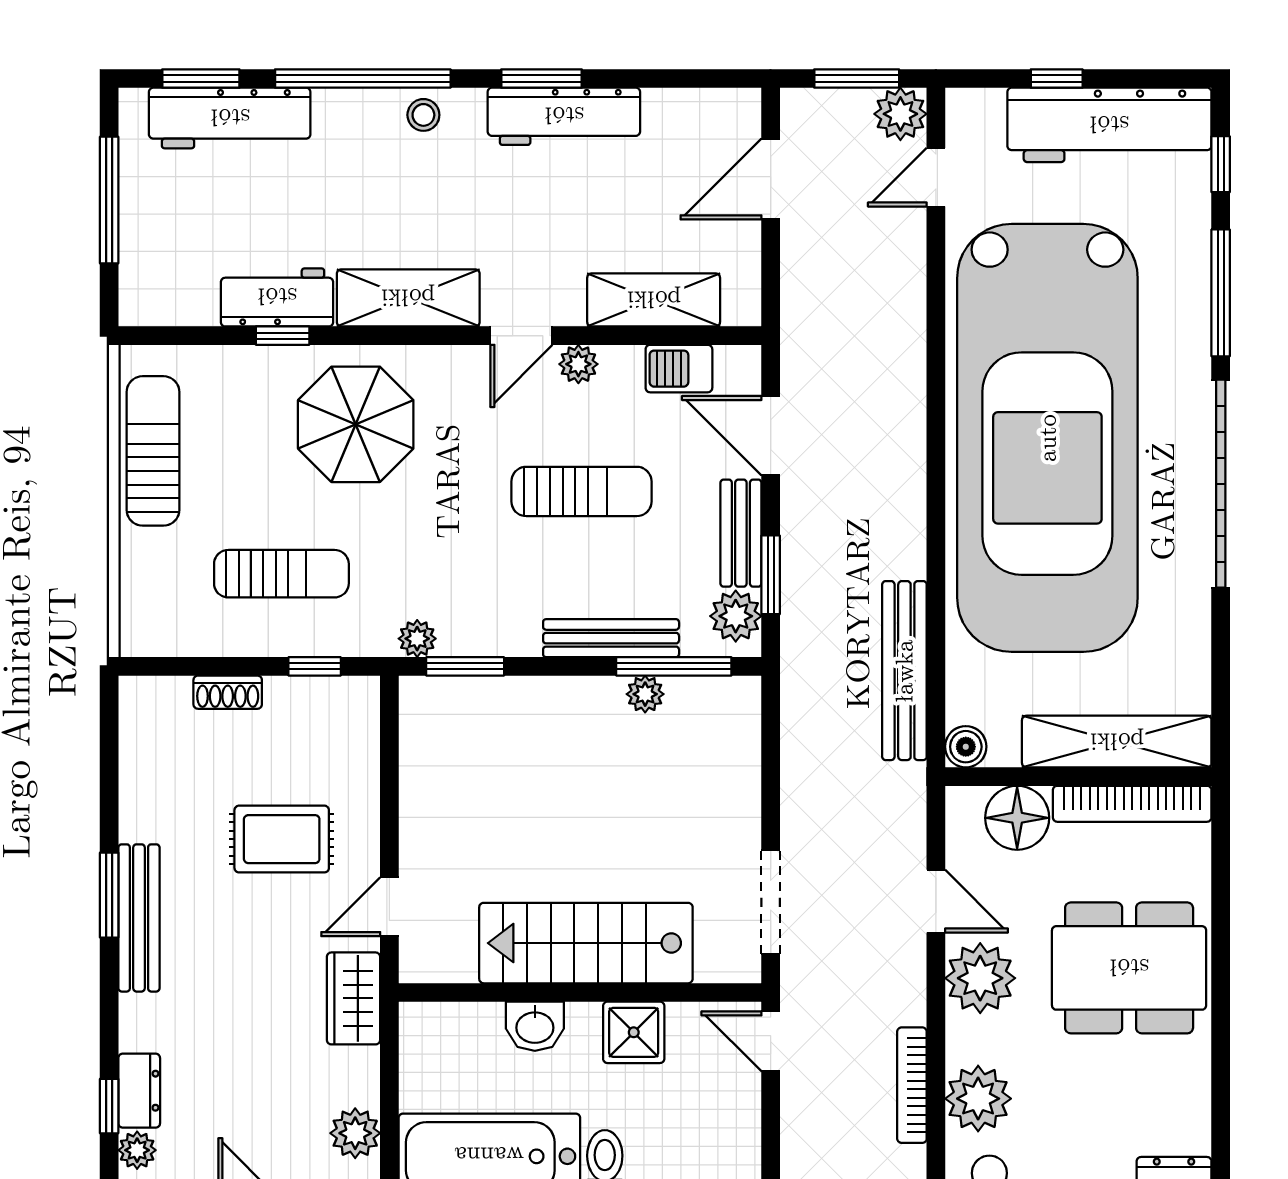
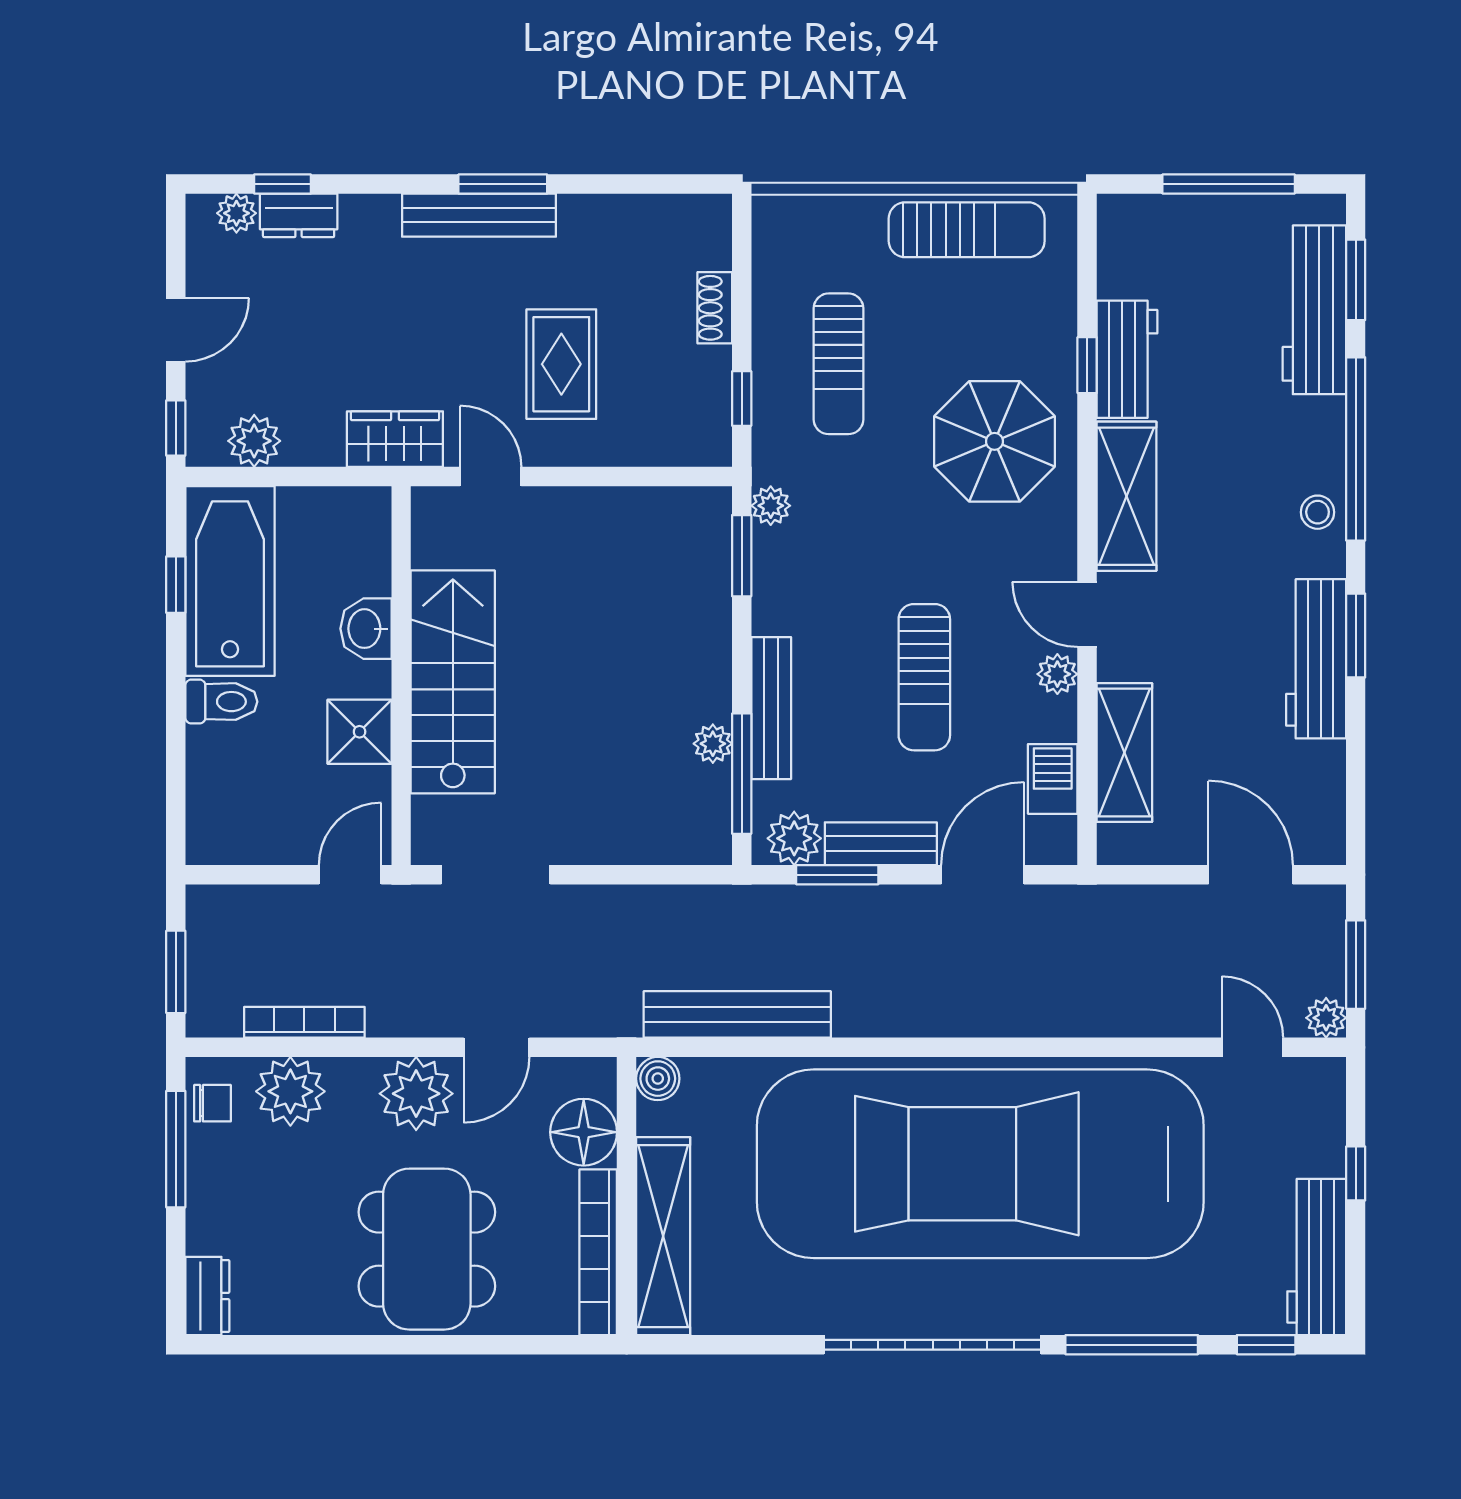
plant: (900, 114) -> (1326, 1018), width x0.73, depth x0.73
workbench: (1109, 125) -> (1317, 1257), width x0.73, depth x0.76

